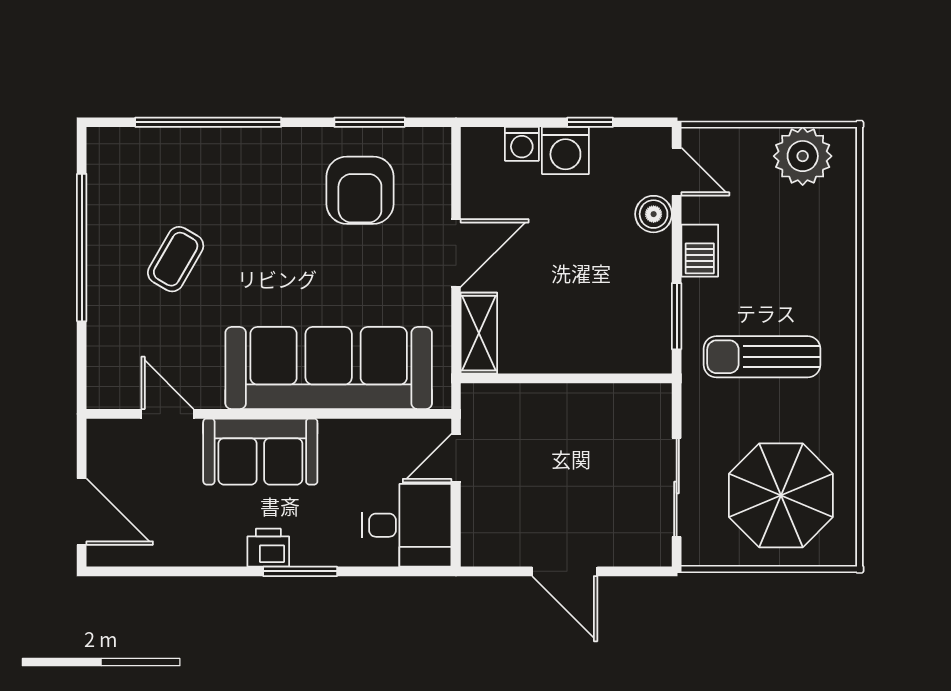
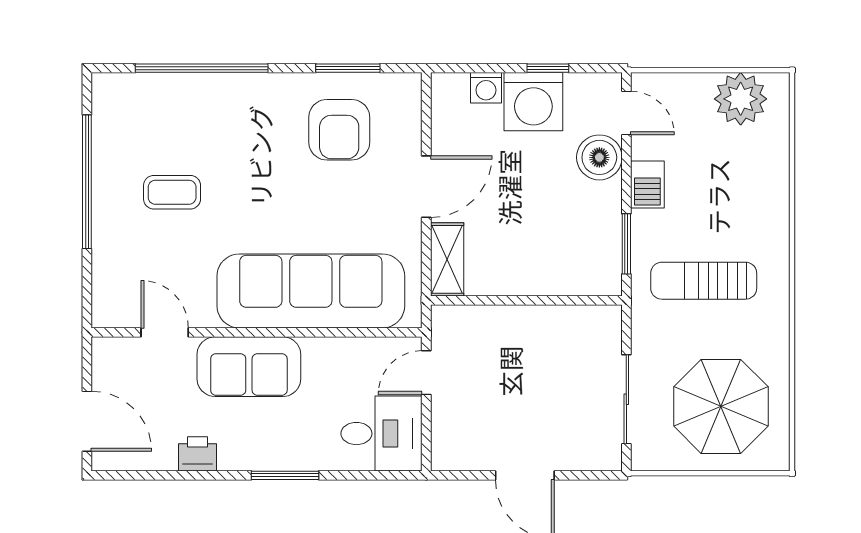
washing machine: (565, 151) -> (533, 102), width x1.37, depth x1.37
boiler: (654, 214) -> (599, 157), width x1.36, depth x1.36
coffee table: (176, 259) -> (172, 192), turned 60
printer: (268, 548) -> (198, 454), moved

